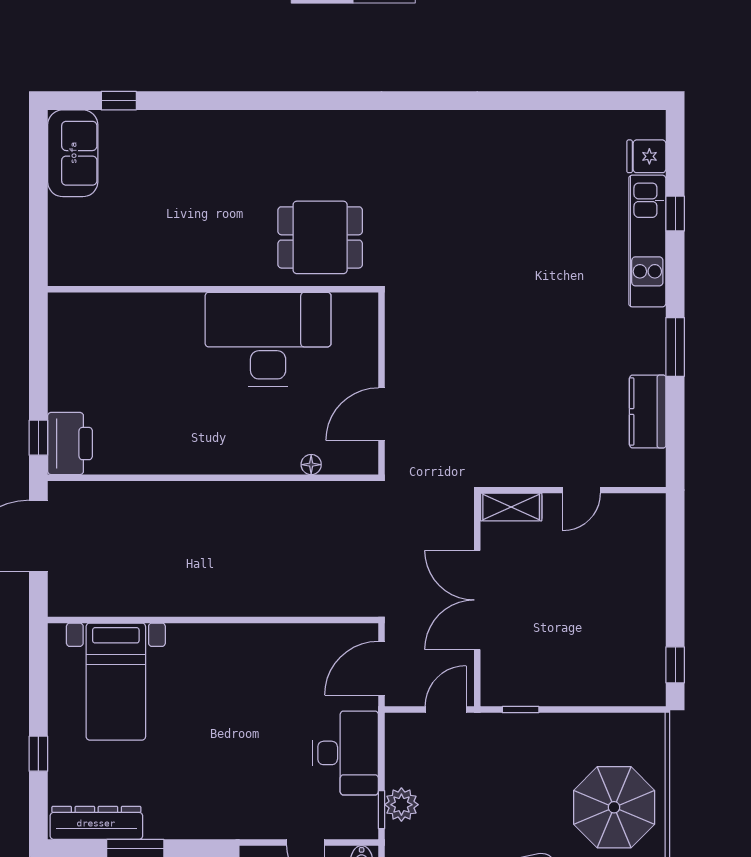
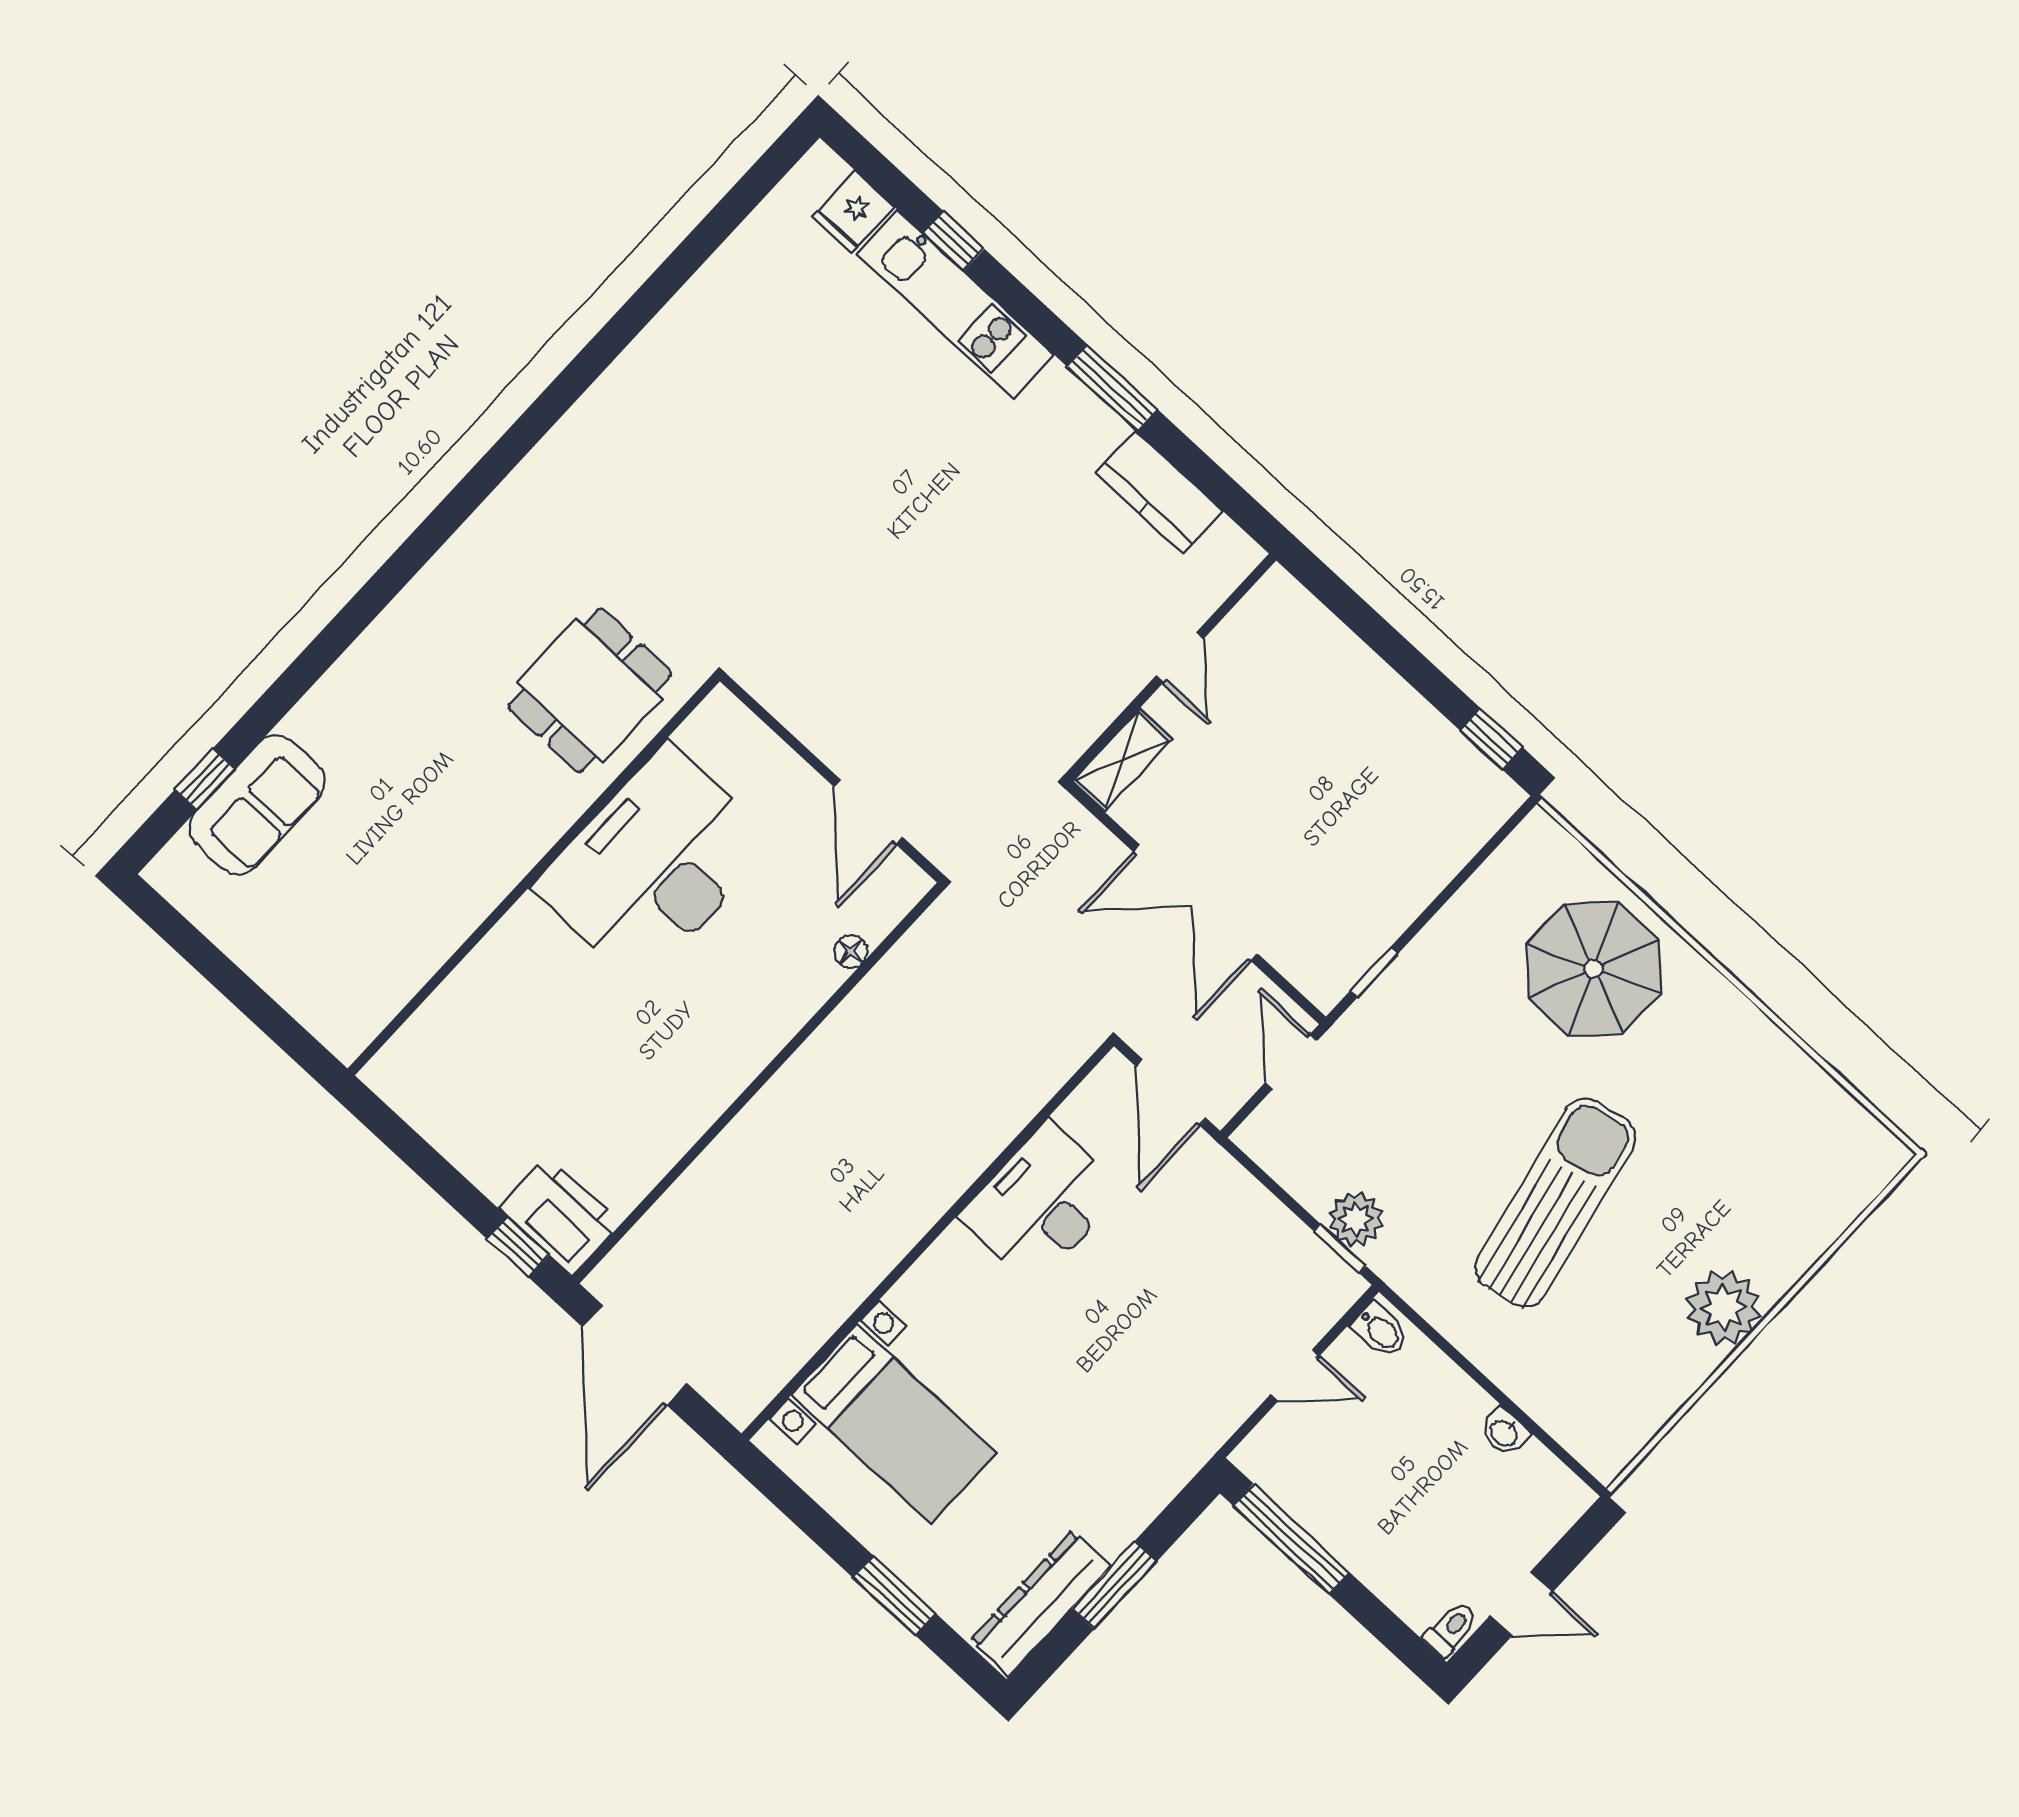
sofa: (73, 153) -> (257, 805), moved, turned 90
desk: (345, 753) -> (1041, 1203), moved, turned -90
window: (38, 754) -> (894, 1596), width x1.50

